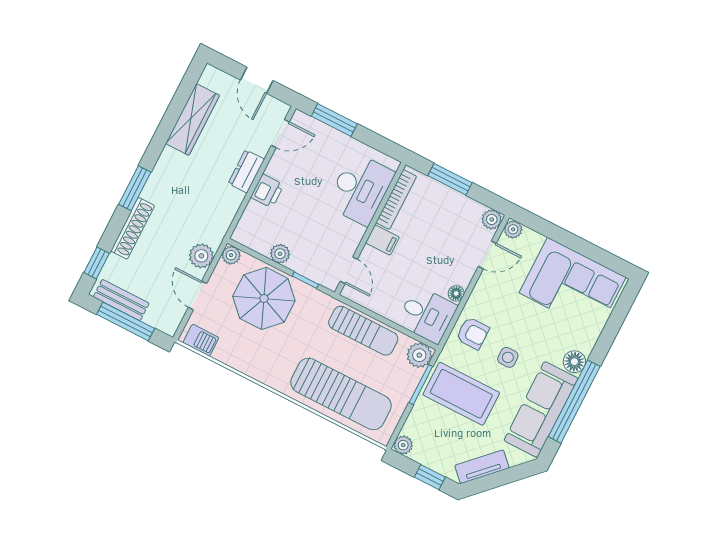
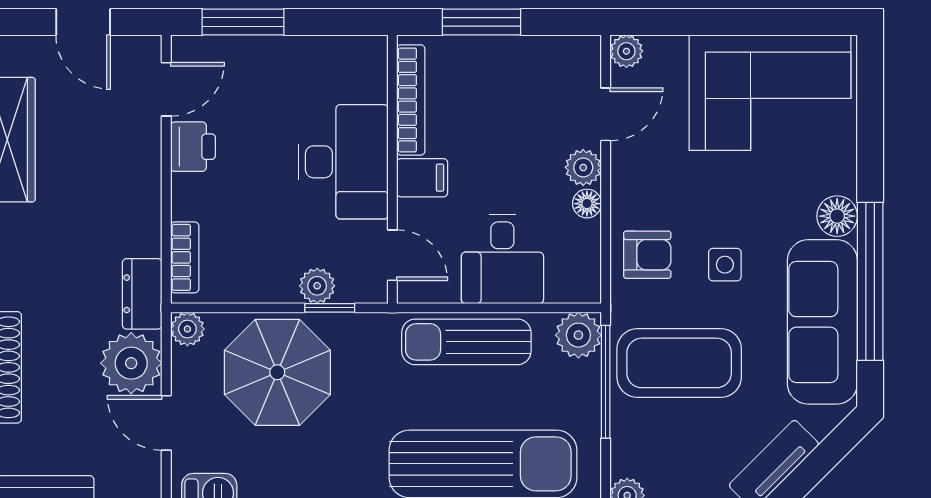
dresser: (246, 171) -> (142, 294), moved
desk: (360, 189) -> (343, 162), moved
printer: (267, 191) -> (193, 147), moved
plant: (492, 219) -> (583, 167), moved
bookcase: (248, 220) -> (185, 257), added
plant: (280, 254) -> (317, 286), moved
plant: (201, 256) -> (131, 363), width x1.36, depth x1.36
desk: (427, 315) -> (502, 259), moved, turned 90
sun lounger: (363, 331) -> (466, 342), turned 180
window: (421, 385) -> (606, 382), width x1.44

